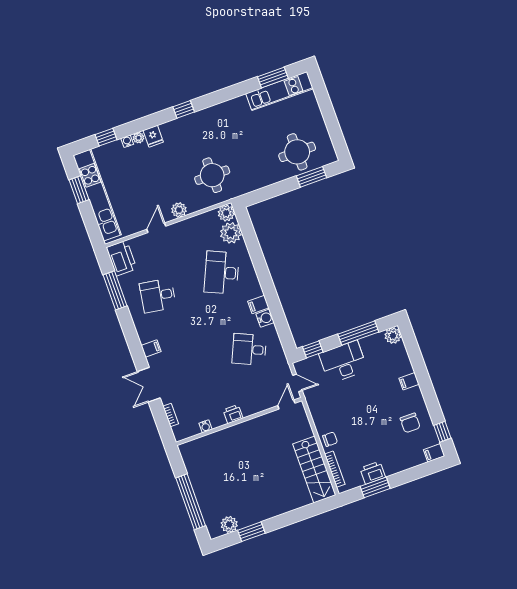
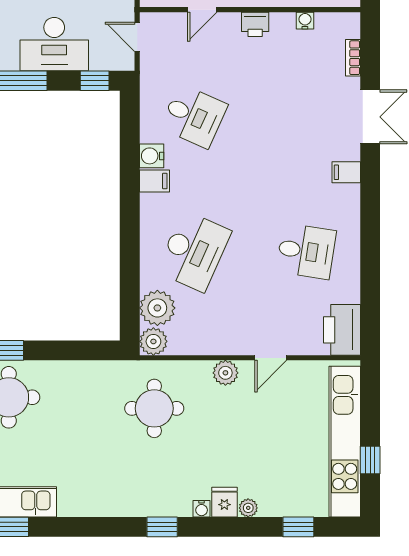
water cooler: (127, 141) -> (202, 509), moved
window: (79, 190) -> (370, 460), width x0.67
window: (115, 290) -> (370, 283), removed
door: (286, 404) -> (202, 10), moved

